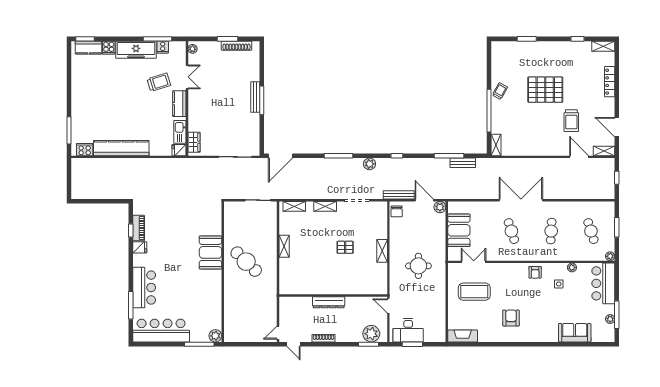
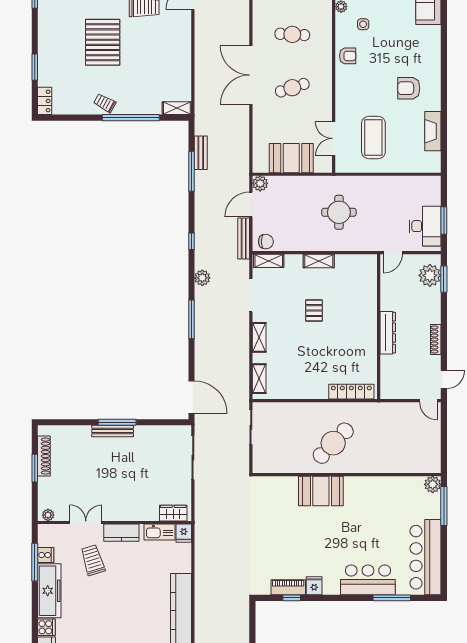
locker: (502, 46) -> (45, 101), added
shelving: (284, 246) -> (269, 261), moved
locker: (285, 275) -> (351, 392), added
fireplace: (463, 336) -> (433, 131), moved

